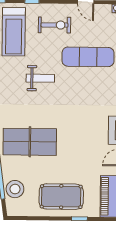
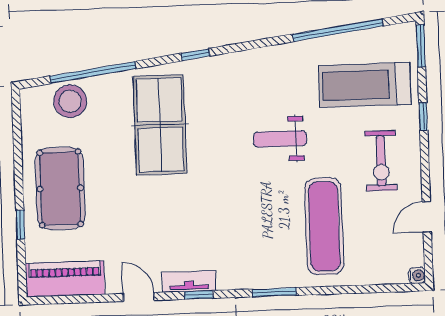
weight bench: (40, 78) -> (280, 139), turned 90

